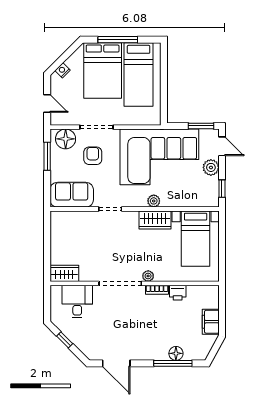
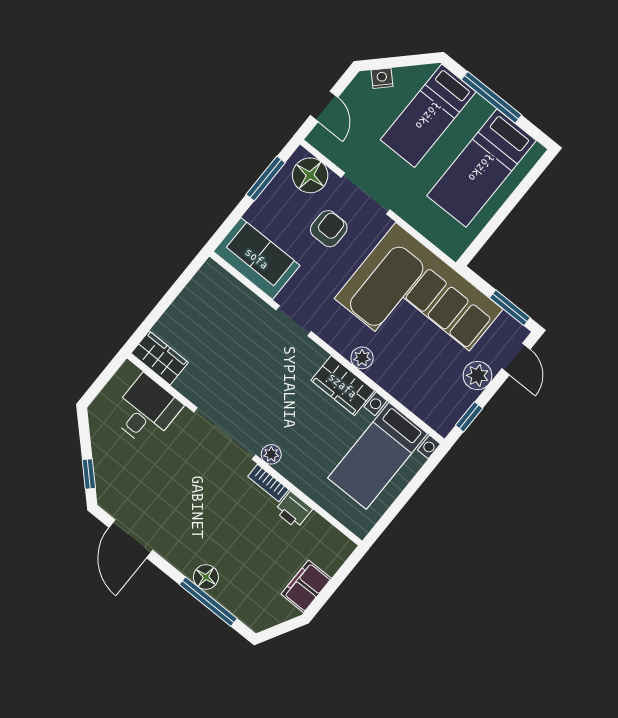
bed: (103, 70) -> (428, 116), width x0.67
window: (65, 340) -> (89, 474), moved
floor lamp: (176, 353) -> (206, 577), moved

